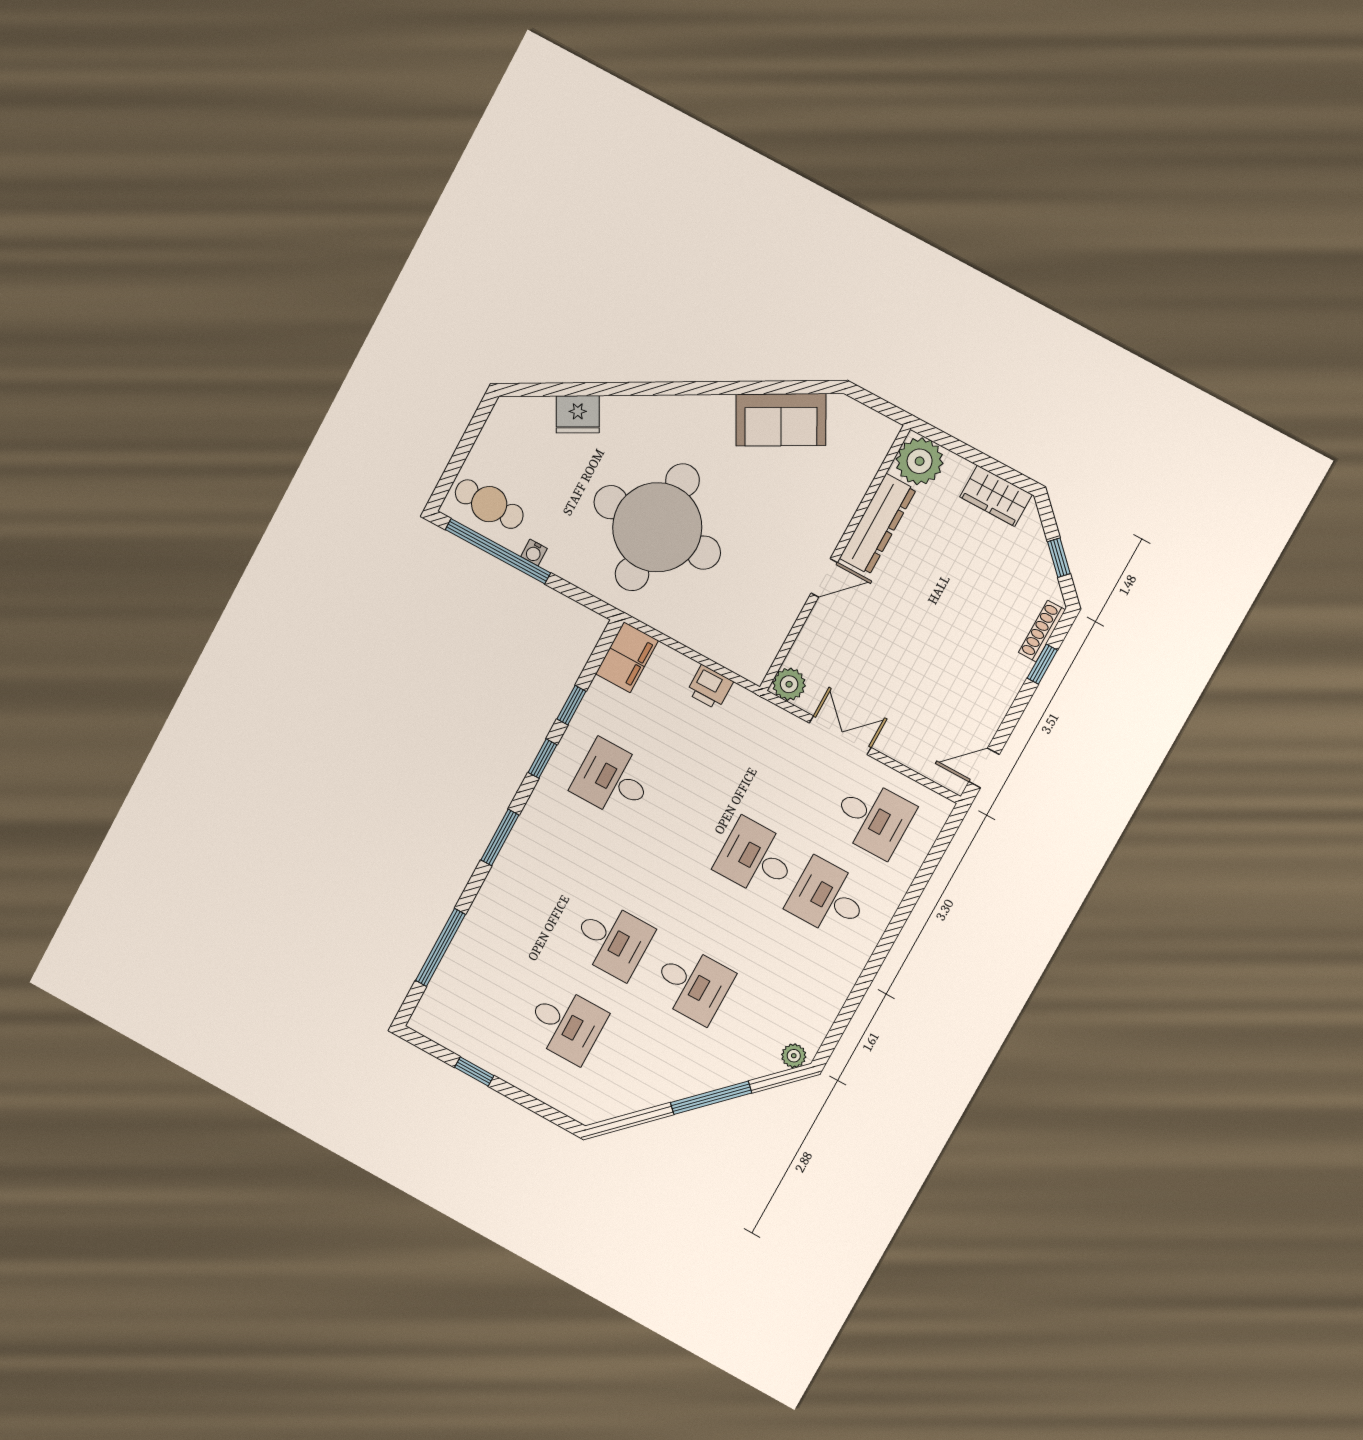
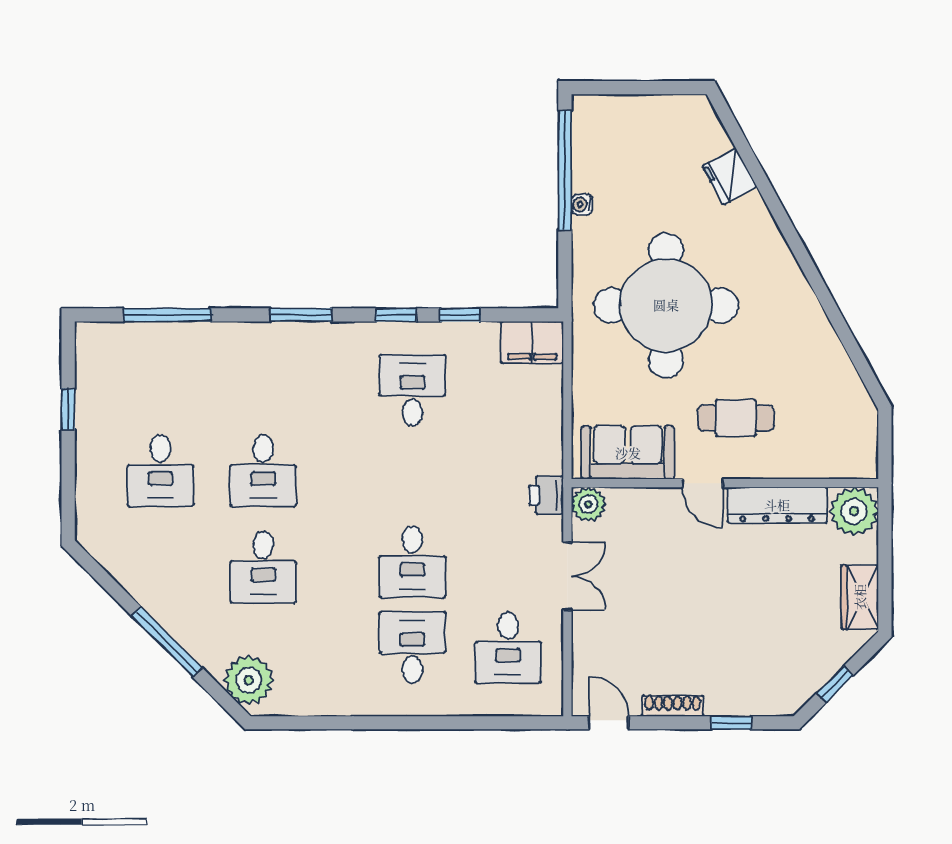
sofa: (781, 420) -> (628, 453), moved, turned 119
cafe table: (489, 504) -> (736, 418), moved, turned 90
shoe rack: (1042, 631) -> (673, 706), moved
printer: (710, 687) -> (546, 495), moved
desk: (756, 858) -> (412, 562), turned 180
plant: (794, 1056) -> (249, 680), width x1.87, depth x1.87

